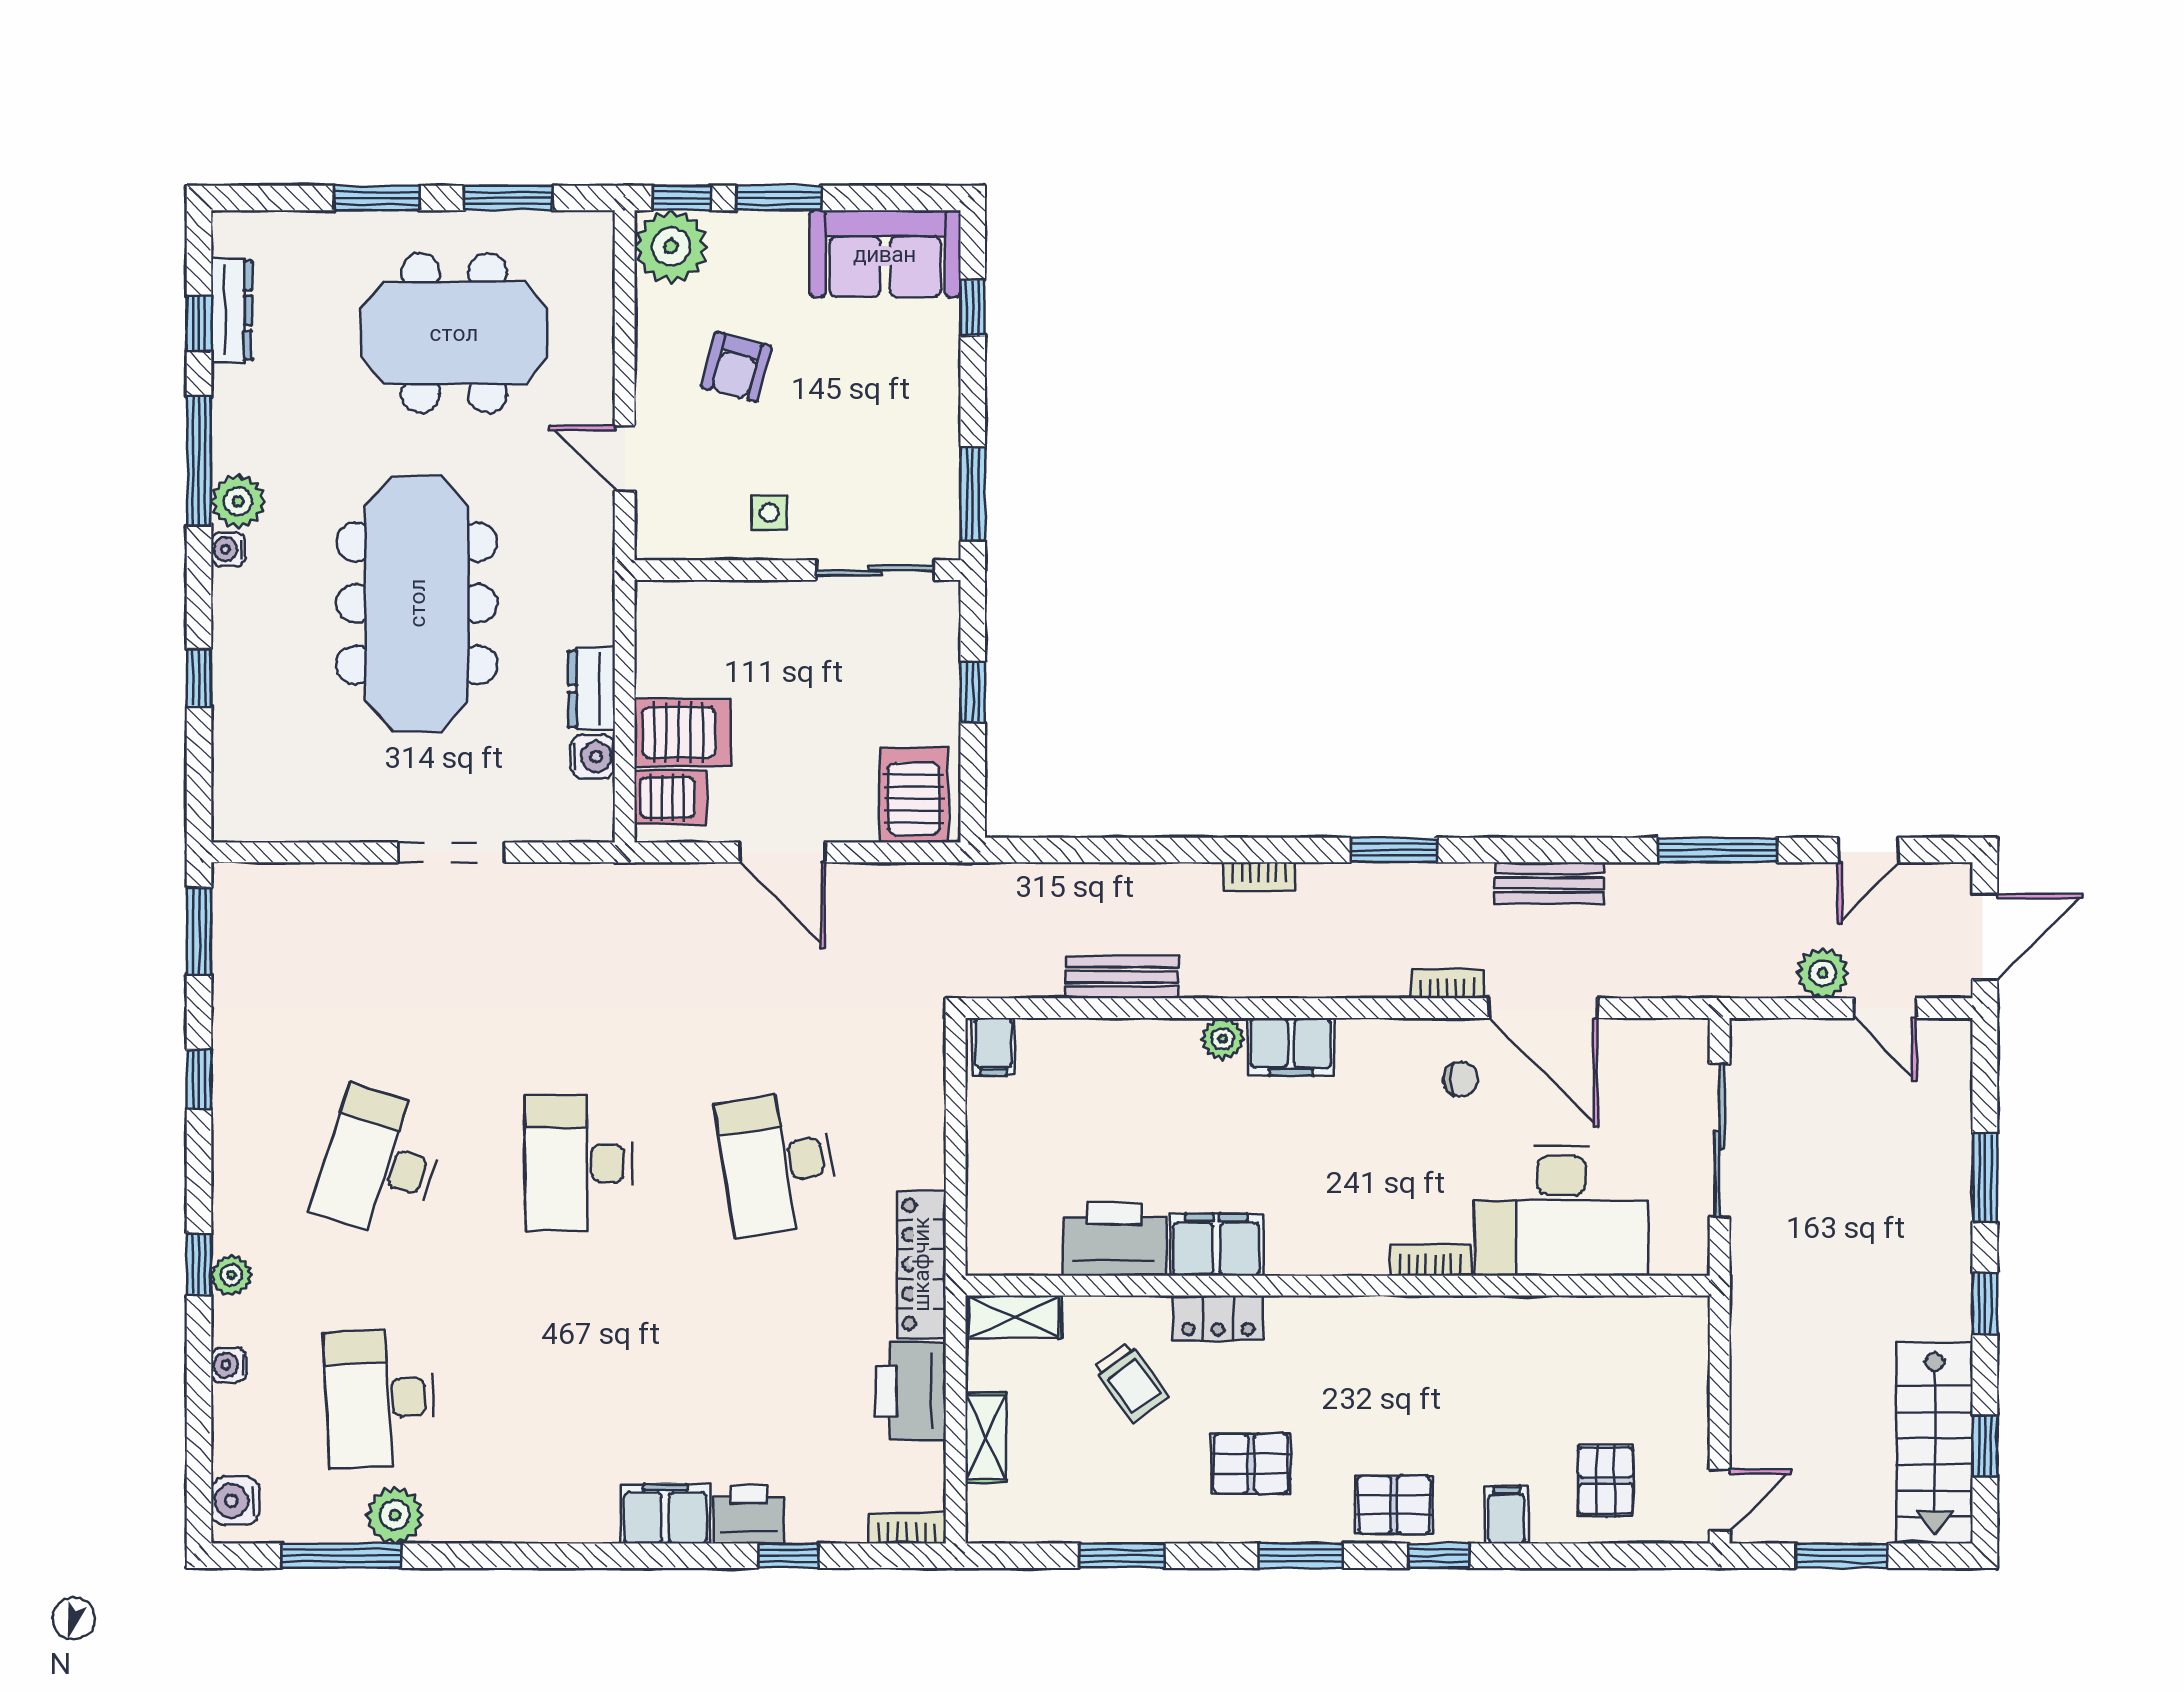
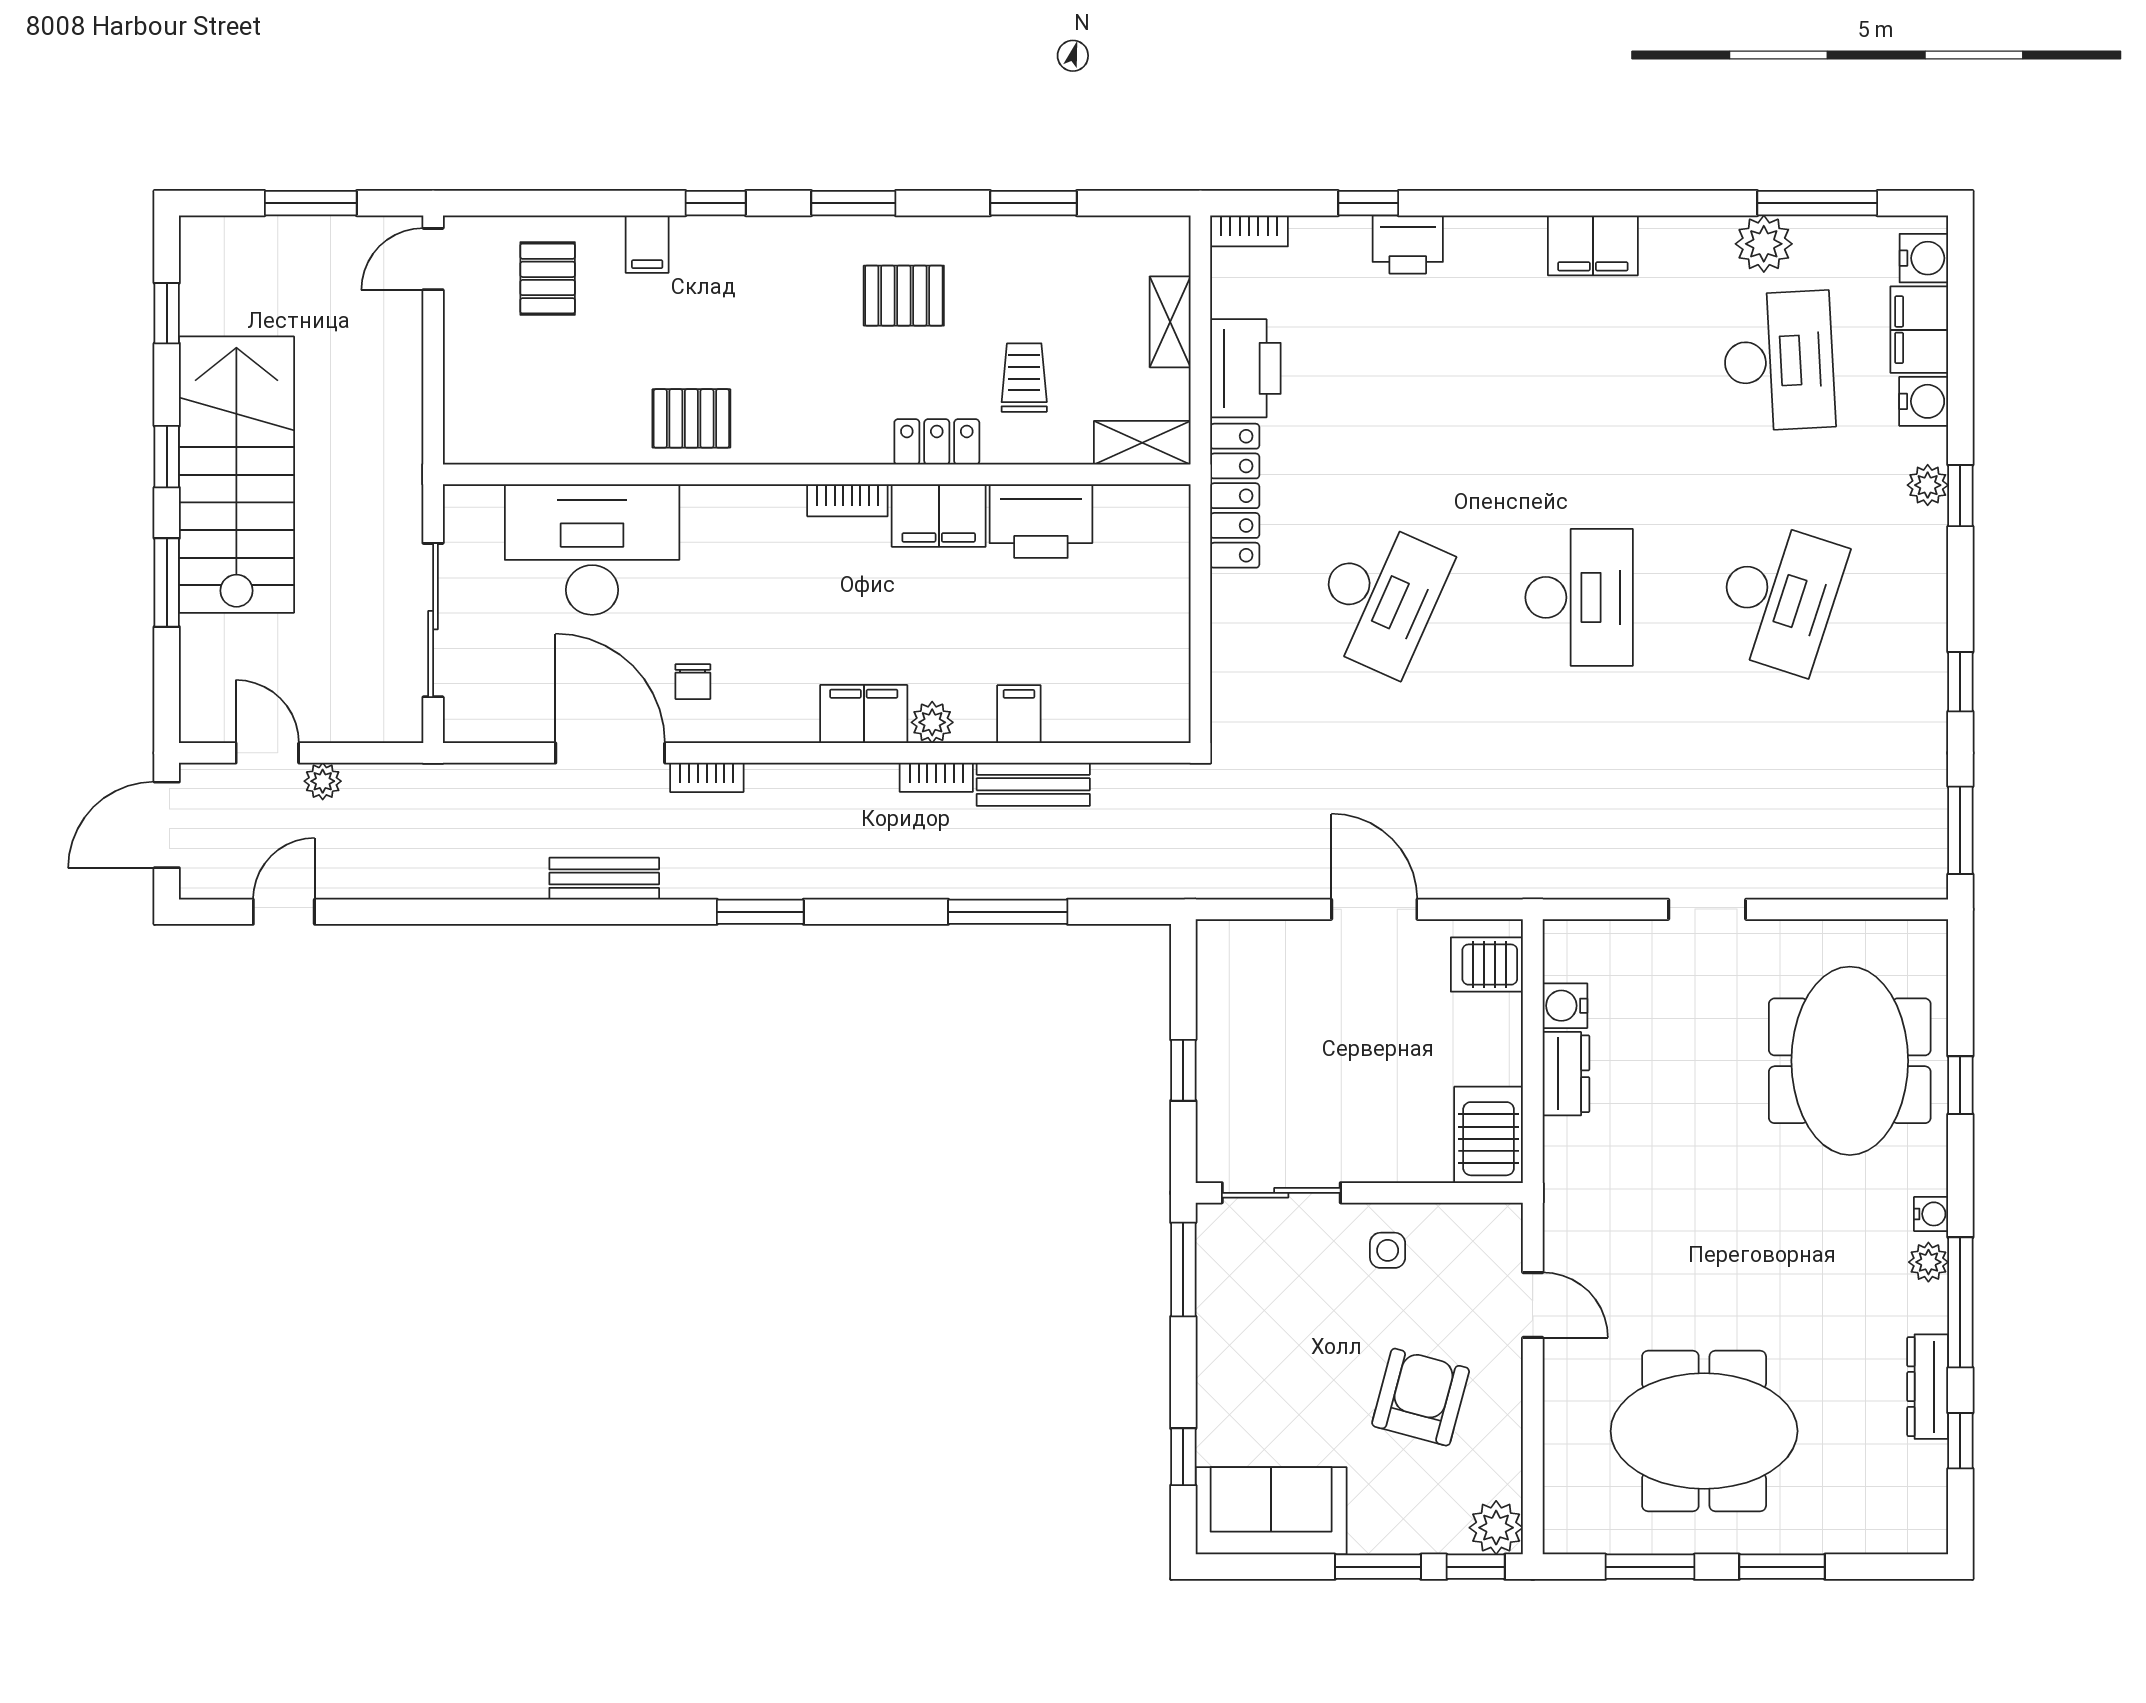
plant: (671, 247) -> (1496, 1528), width x0.73, depth x0.73
dresser: (231, 310) -> (1928, 1387), moved
armchair: (736, 367) -> (1421, 1397), width x1.38, depth x1.38
plant: (238, 501) -> (1928, 1262), width x0.73, depth x0.73
meeting table: (417, 603) -> (1850, 1061), moved, width x0.73
server rack: (682, 732) -> (1489, 1135), moved, turned 90
server rack: (914, 795) -> (1242, 967), removed
window: (1718, 850) -> (1008, 912), moved
doorway: (451, 852) -> (1707, 909), width x0.73
bookcase: (1259, 877) -> (936, 777), moved, turned 180
plant: (1823, 973) -> (323, 781), width x0.73, depth x0.73
filing cabinet: (993, 1047) -> (1019, 714), moved
chair: (1461, 1079) -> (693, 682), turned -88
desk: (777, 1163) -> (1380, 597), turned 33
bookcase: (1430, 1260) -> (847, 500), moved
water cooler: (229, 1365) -> (1924, 401), width x1.38, depth x1.38
trolley: (1131, 1382) -> (1024, 378), turned 36
filing cabinet: (240, 1430) -> (1919, 330), added
stairs: (1935, 1443) -> (236, 475), moved, width x1.36, depth x1.51
pallet: (1394, 1505) -> (691, 418), moved
filing cabinet: (665, 1514) -> (1593, 245), moved

